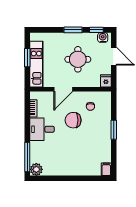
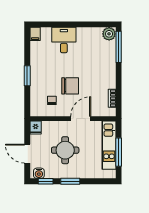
window: (27, 58) -> (119, 152), width x1.44
desk: (42, 129) -> (64, 40), moved, turned -90

